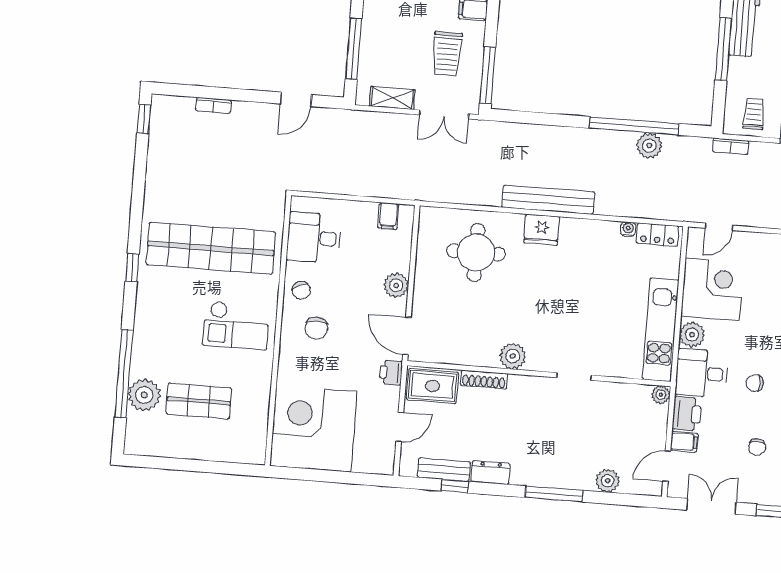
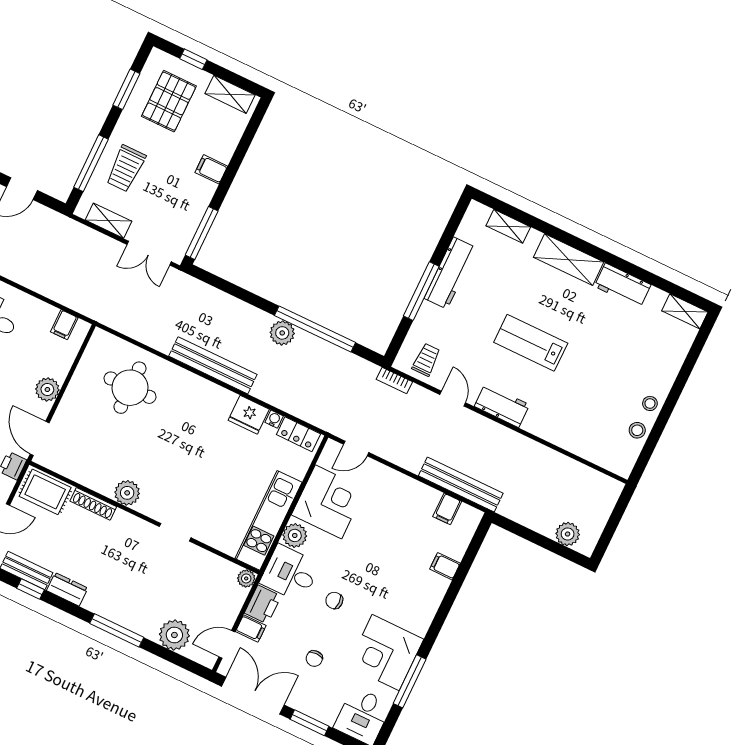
trolley: (447, 54) -> (126, 168), moved
plant: (649, 146) -> (282, 333), moved
fridge: (542, 230) -> (249, 415), moved
plant: (608, 481) -> (174, 635), width x1.36, depth x1.36
double door: (711, 506) -> (253, 696), width x1.37

